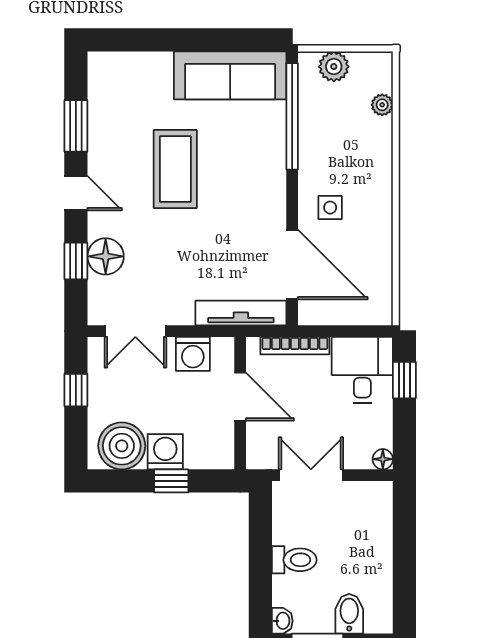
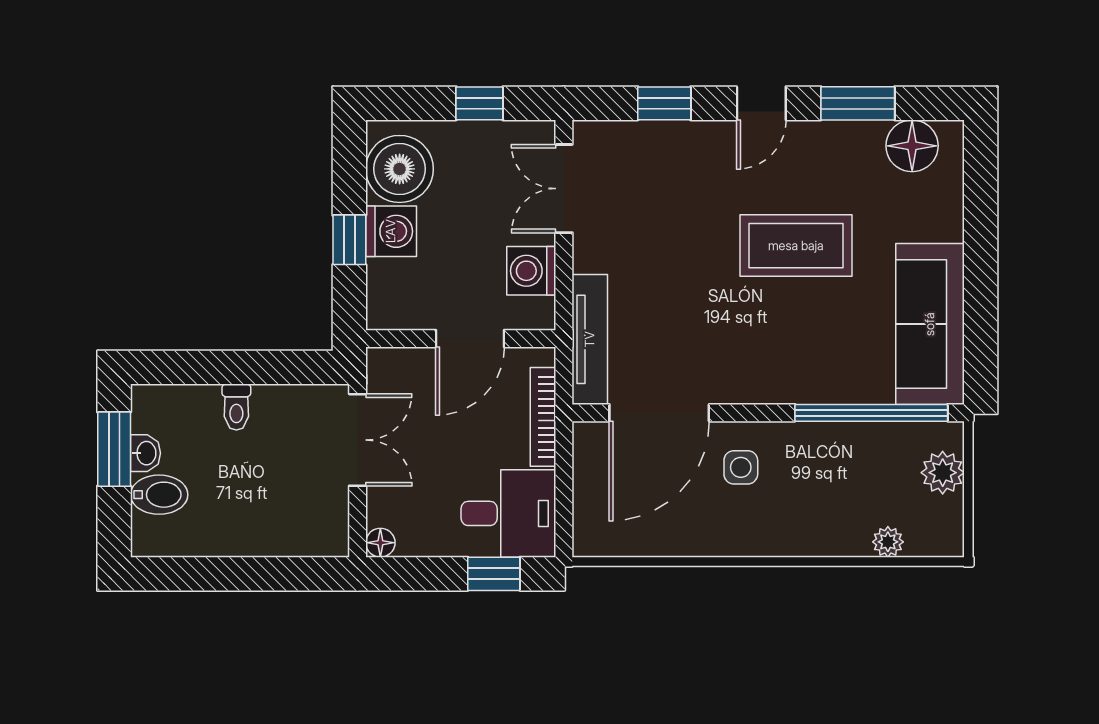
floor lamp: (106, 256) -> (912, 146), moved
toilet: (294, 560) -> (236, 407), width x0.73, depth x0.72
washbasin: (282, 621) -> (146, 453), moved, turned -90

